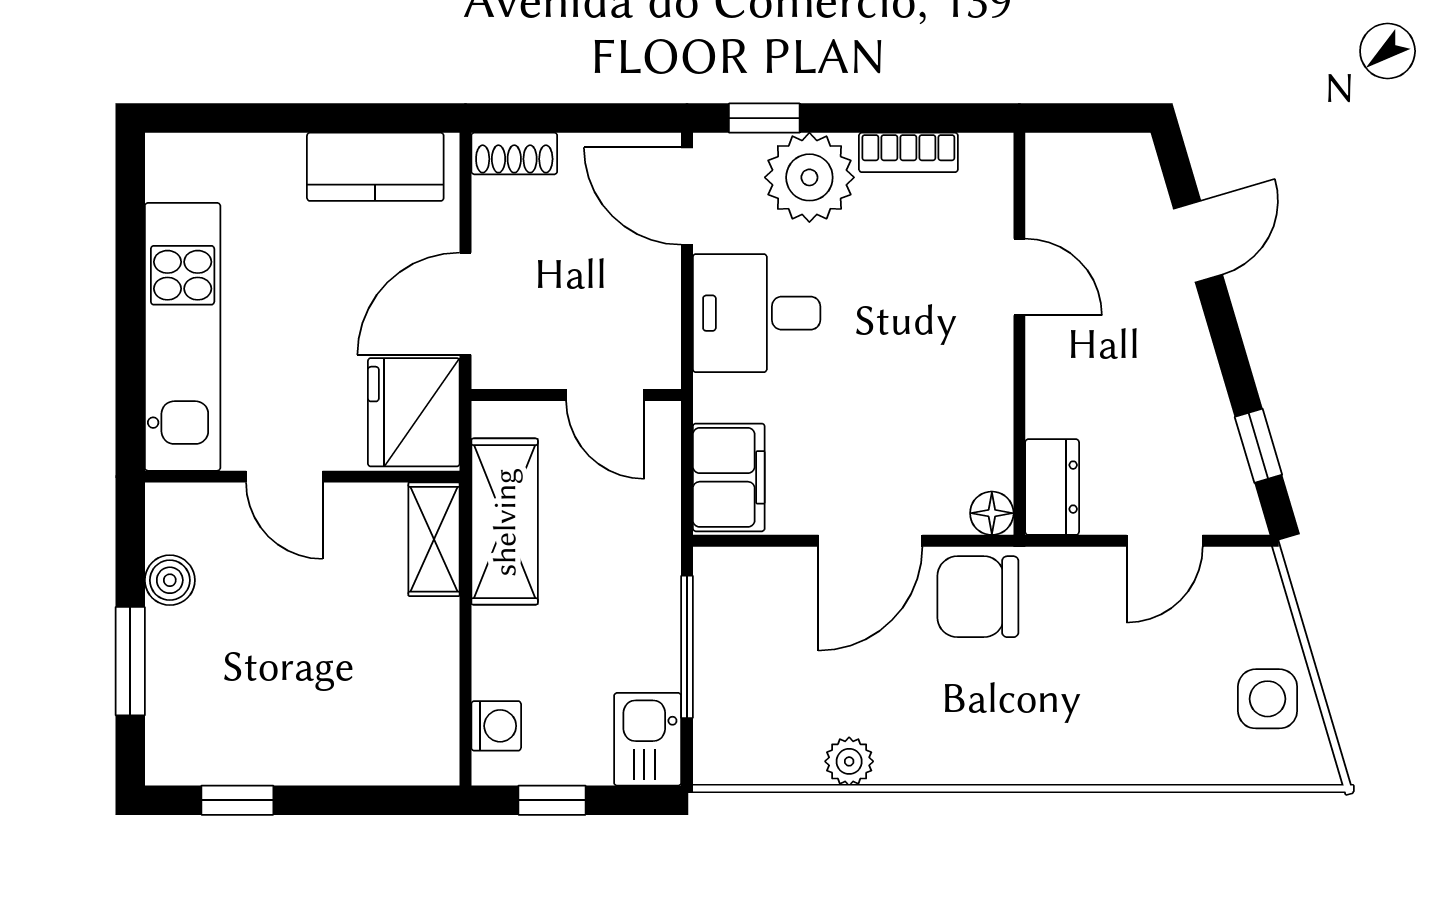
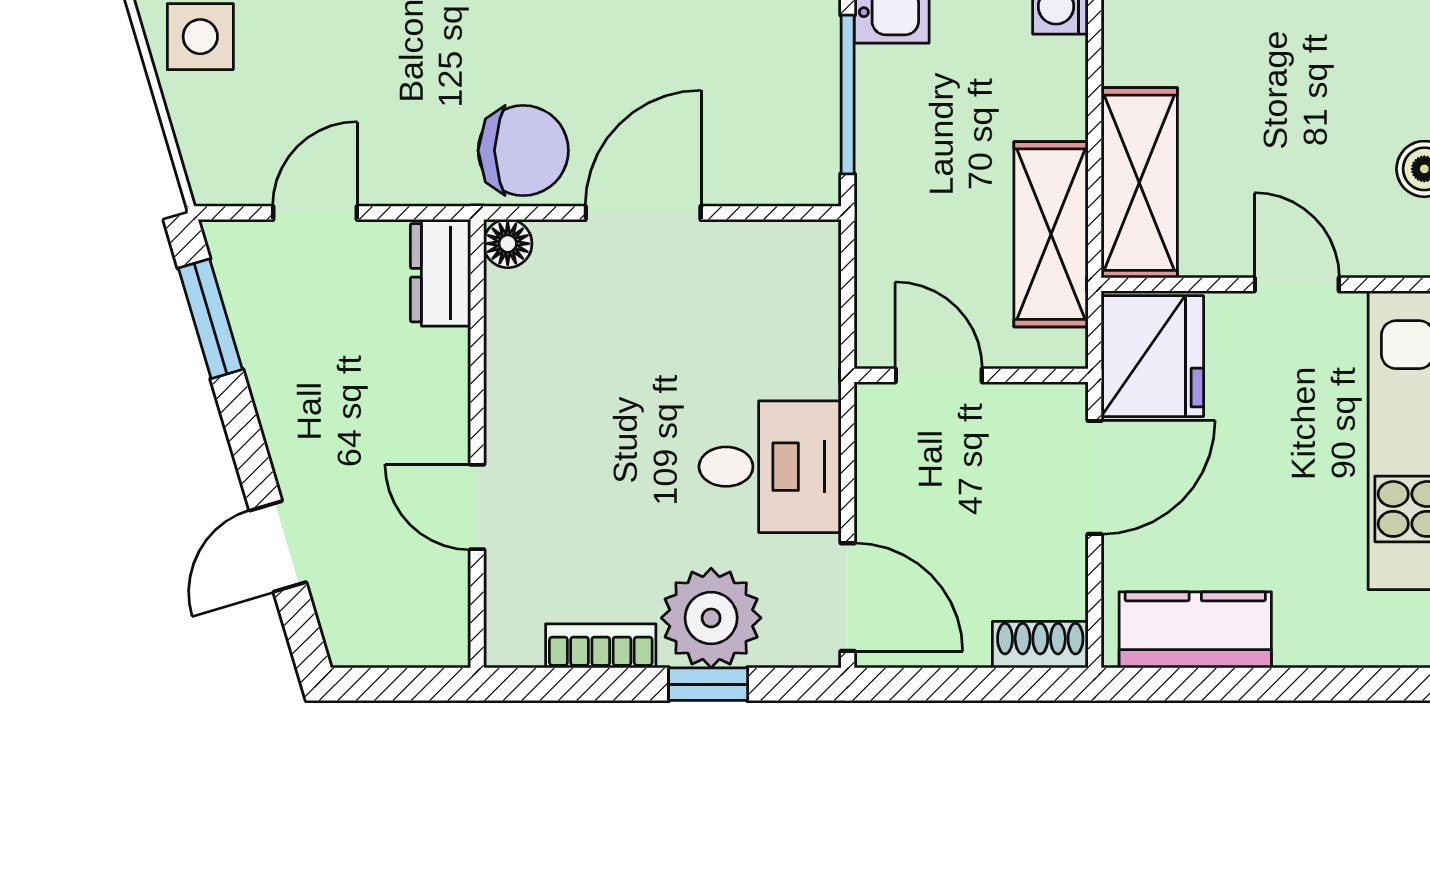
window: (764, 118) -> (708, 684), moved
window: (1258, 446) -> (210, 319), width x1.50
filing cabinet: (729, 477) -> (801, 283), removed
shelving: (434, 539) -> (1139, 183), width x1.50, depth x1.33

